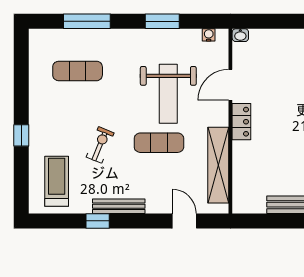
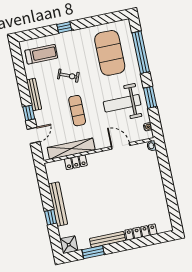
window: (87, 21) -> (141, 52), width x1.46
exercise mat: (78, 71) -> (110, 53), width x2.00, depth x1.45
weight bench: (168, 94) -> (122, 103), moved
locker: (241, 122) -> (76, 162), moved
window: (98, 221) -> (29, 113), moved

